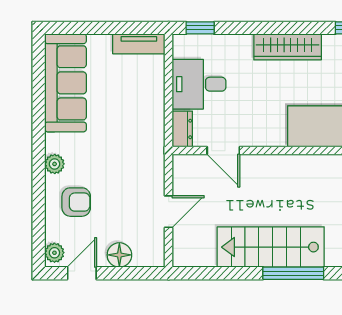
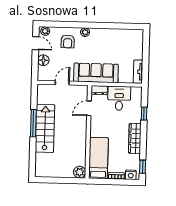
window: (200, 28) -> (144, 114), moved
sofa: (66, 83) -> (96, 73), moved, turned 180
door: (169, 212) -> (62, 83), swing flipped
window: (293, 273) -> (33, 123), moved

